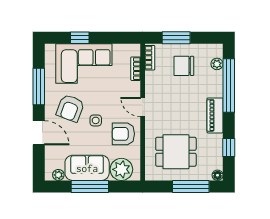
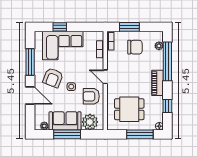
chair: (184, 66) -> (135, 47), turned 180

